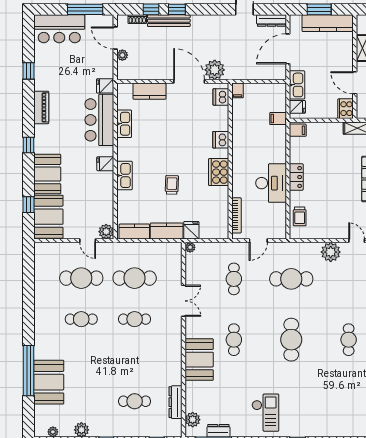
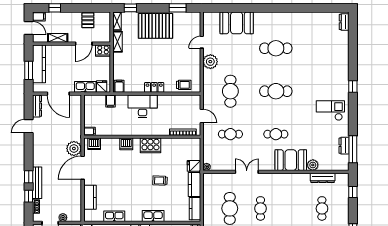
desk: (271, 183) -> (143, 106), moved
cafe table: (349, 340) -> (276, 48), width x1.37, depth x1.35
plant: (193, 420) -> (313, 165), moved

